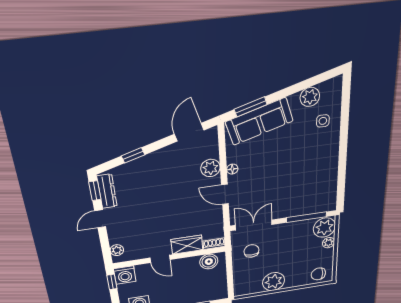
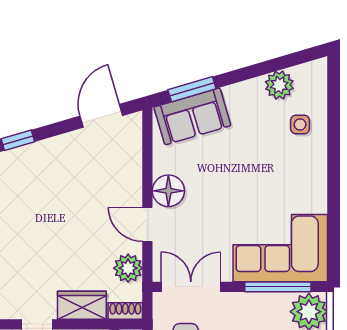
sofa: (259, 121) -> (192, 116), width x0.73
plant: (210, 168) -> (128, 268), moved
floor lamp: (232, 169) -> (168, 191), width x1.89, depth x1.89
corner sofa: (308, 196) -> (280, 248), added

